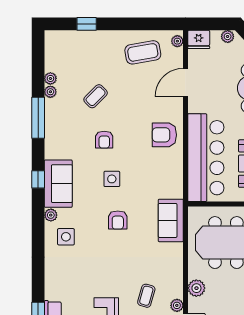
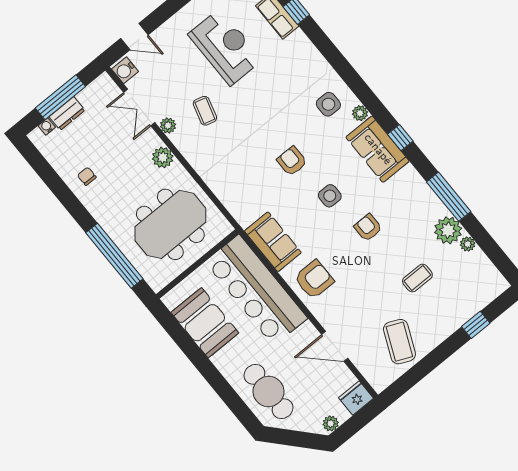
plant: (177, 41) -> (375, 380), removed
coffee table: (143, 52) -> (399, 342), turned -56
door: (186, 82) -> (335, 346), swing flipped
plant: (50, 92) -> (448, 230), width x1.88, depth x1.88
coffee table: (96, 96) -> (417, 278), moved, turned 45
sofa: (171, 220) -> (273, 242), moved

